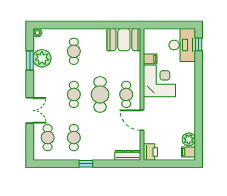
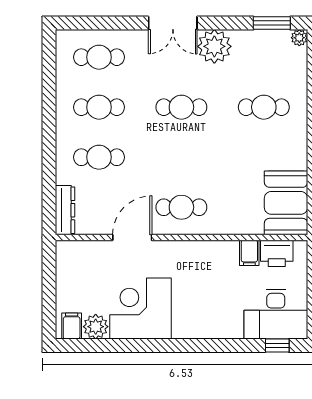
plant: (42, 58) -> (214, 46), moved
window: (30, 61) -> (272, 23), moved
corner desk: (159, 81) -> (140, 308), moved, turned 180
cafe table: (100, 94) -> (99, 157), moved, width x0.73, depth x0.74
double door: (30, 110) -> (173, 23), moved
printer: (150, 152) -> (277, 253), moved
window: (86, 164) -> (49, 130), removed

